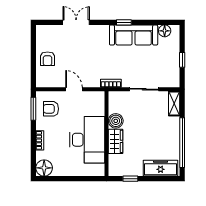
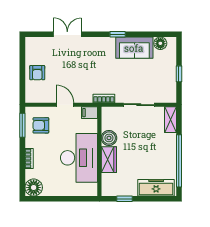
sofa: (134, 35) -> (134, 48), width x0.73
filing cabinet: (97, 97) -> (89, 113), added

